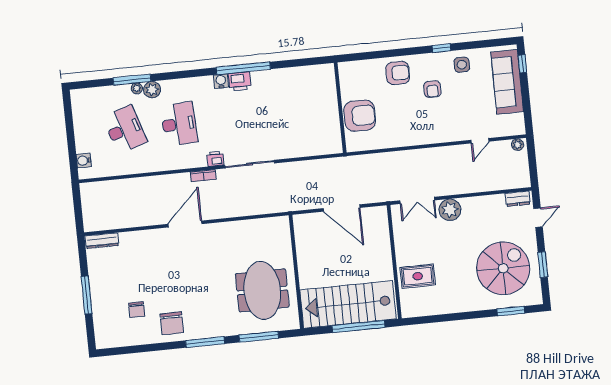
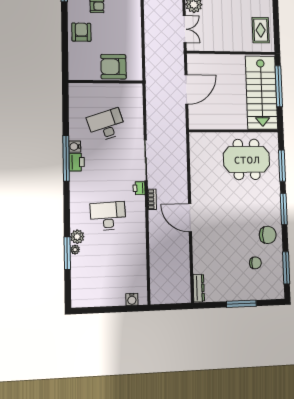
water cooler: (221, 81) -> (75, 147), moved
armchair: (360, 116) -> (113, 67), turned -90
desk: (125, 130) -> (106, 125), moved
rug: (418, 276) -> (261, 30), moved
window: (133, 349) -> (286, 268), added

